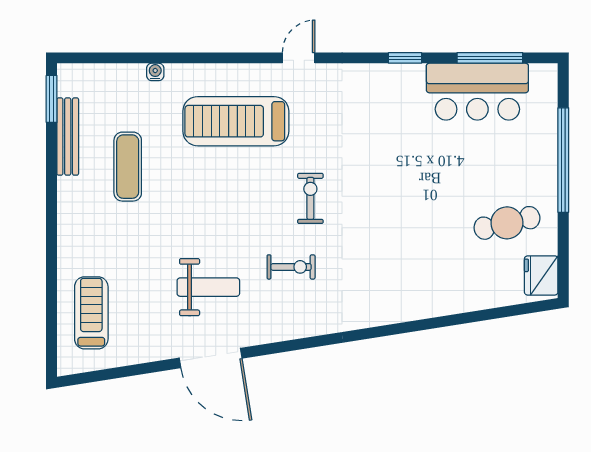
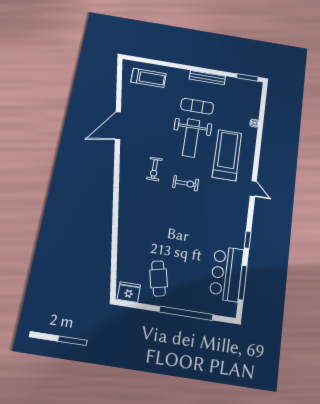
bench: (68, 137) -> (207, 78), moved
exercise mat: (128, 167) -> (197, 106), moved
weight bench: (208, 287) -> (191, 138), moved, width x1.36, depth x1.33

